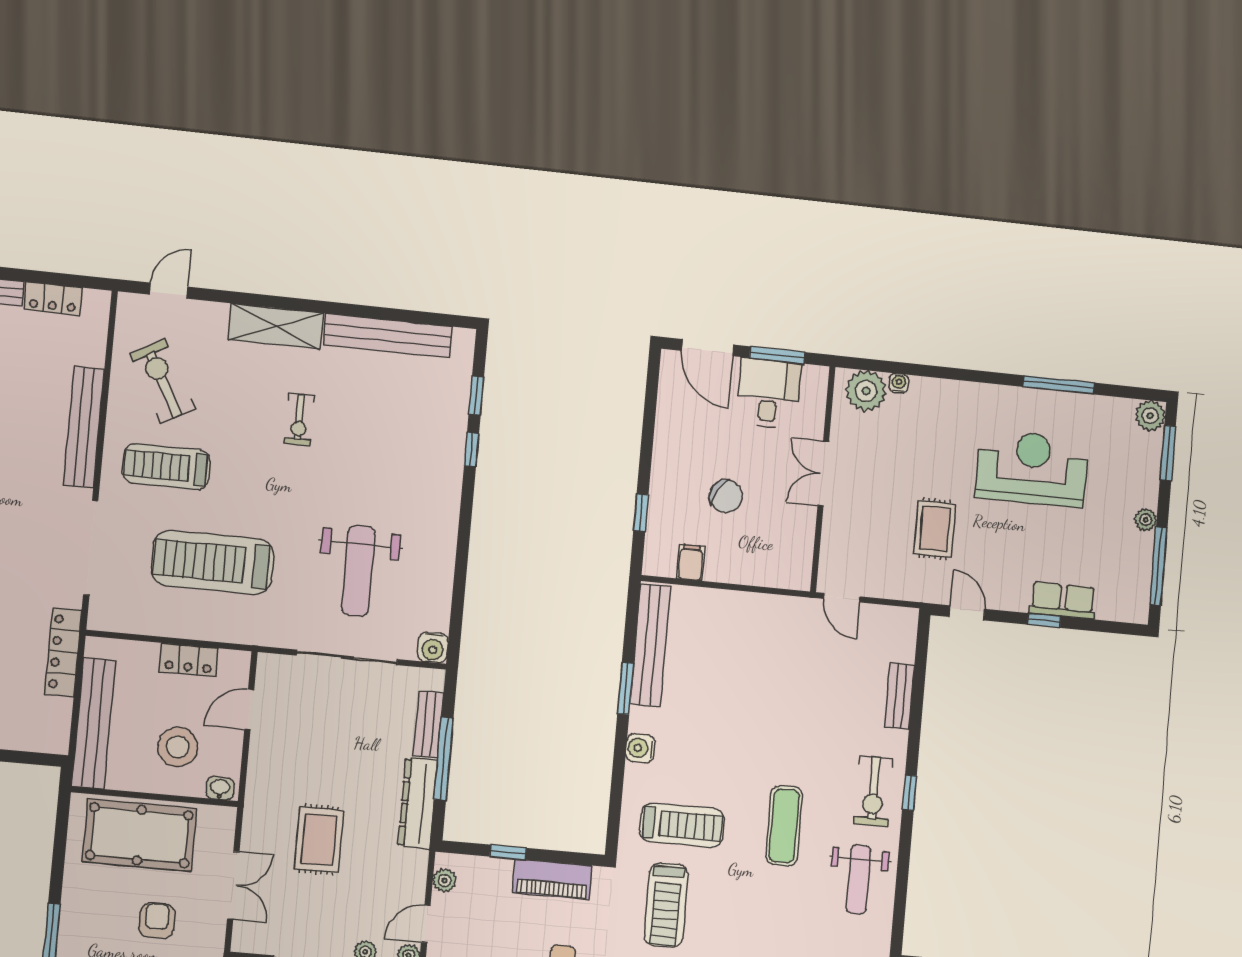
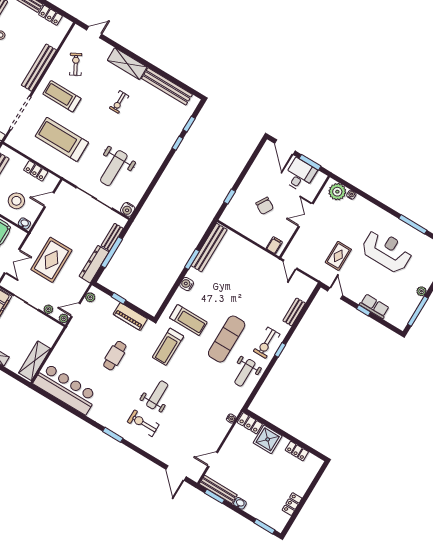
exercise bike: (162, 381) -> (76, 64), width x0.73, depth x0.72
filing cabinet: (691, 563) -> (274, 245), moved
exercise mat: (784, 826) -> (227, 339), width x1.36, depth x1.45
rug: (319, 840) -> (51, 260), width x1.36, depth x1.43

